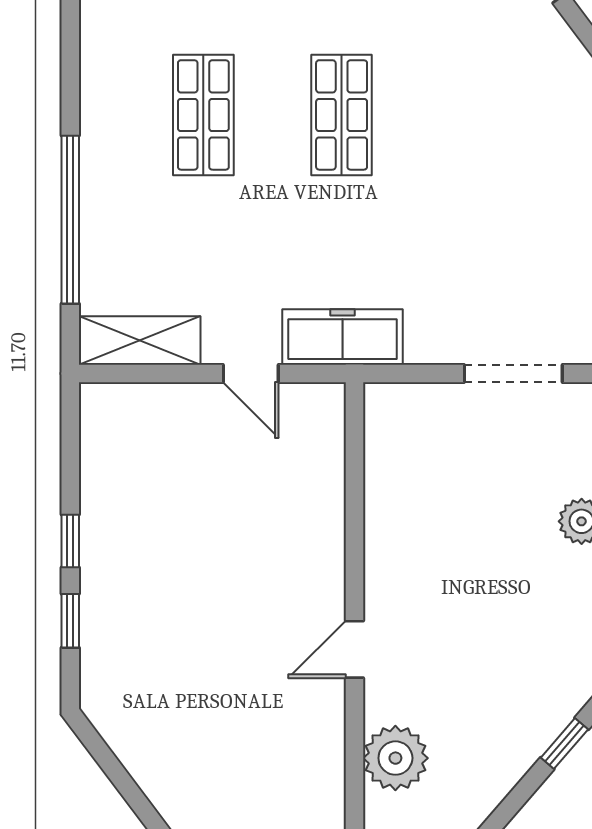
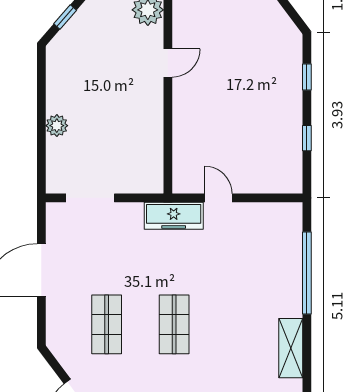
shop shelf: (203, 115) -> (107, 324), moved
shelving: (140, 341) -> (291, 348), moved, turned 90
window: (70, 541) -> (307, 138), moved

